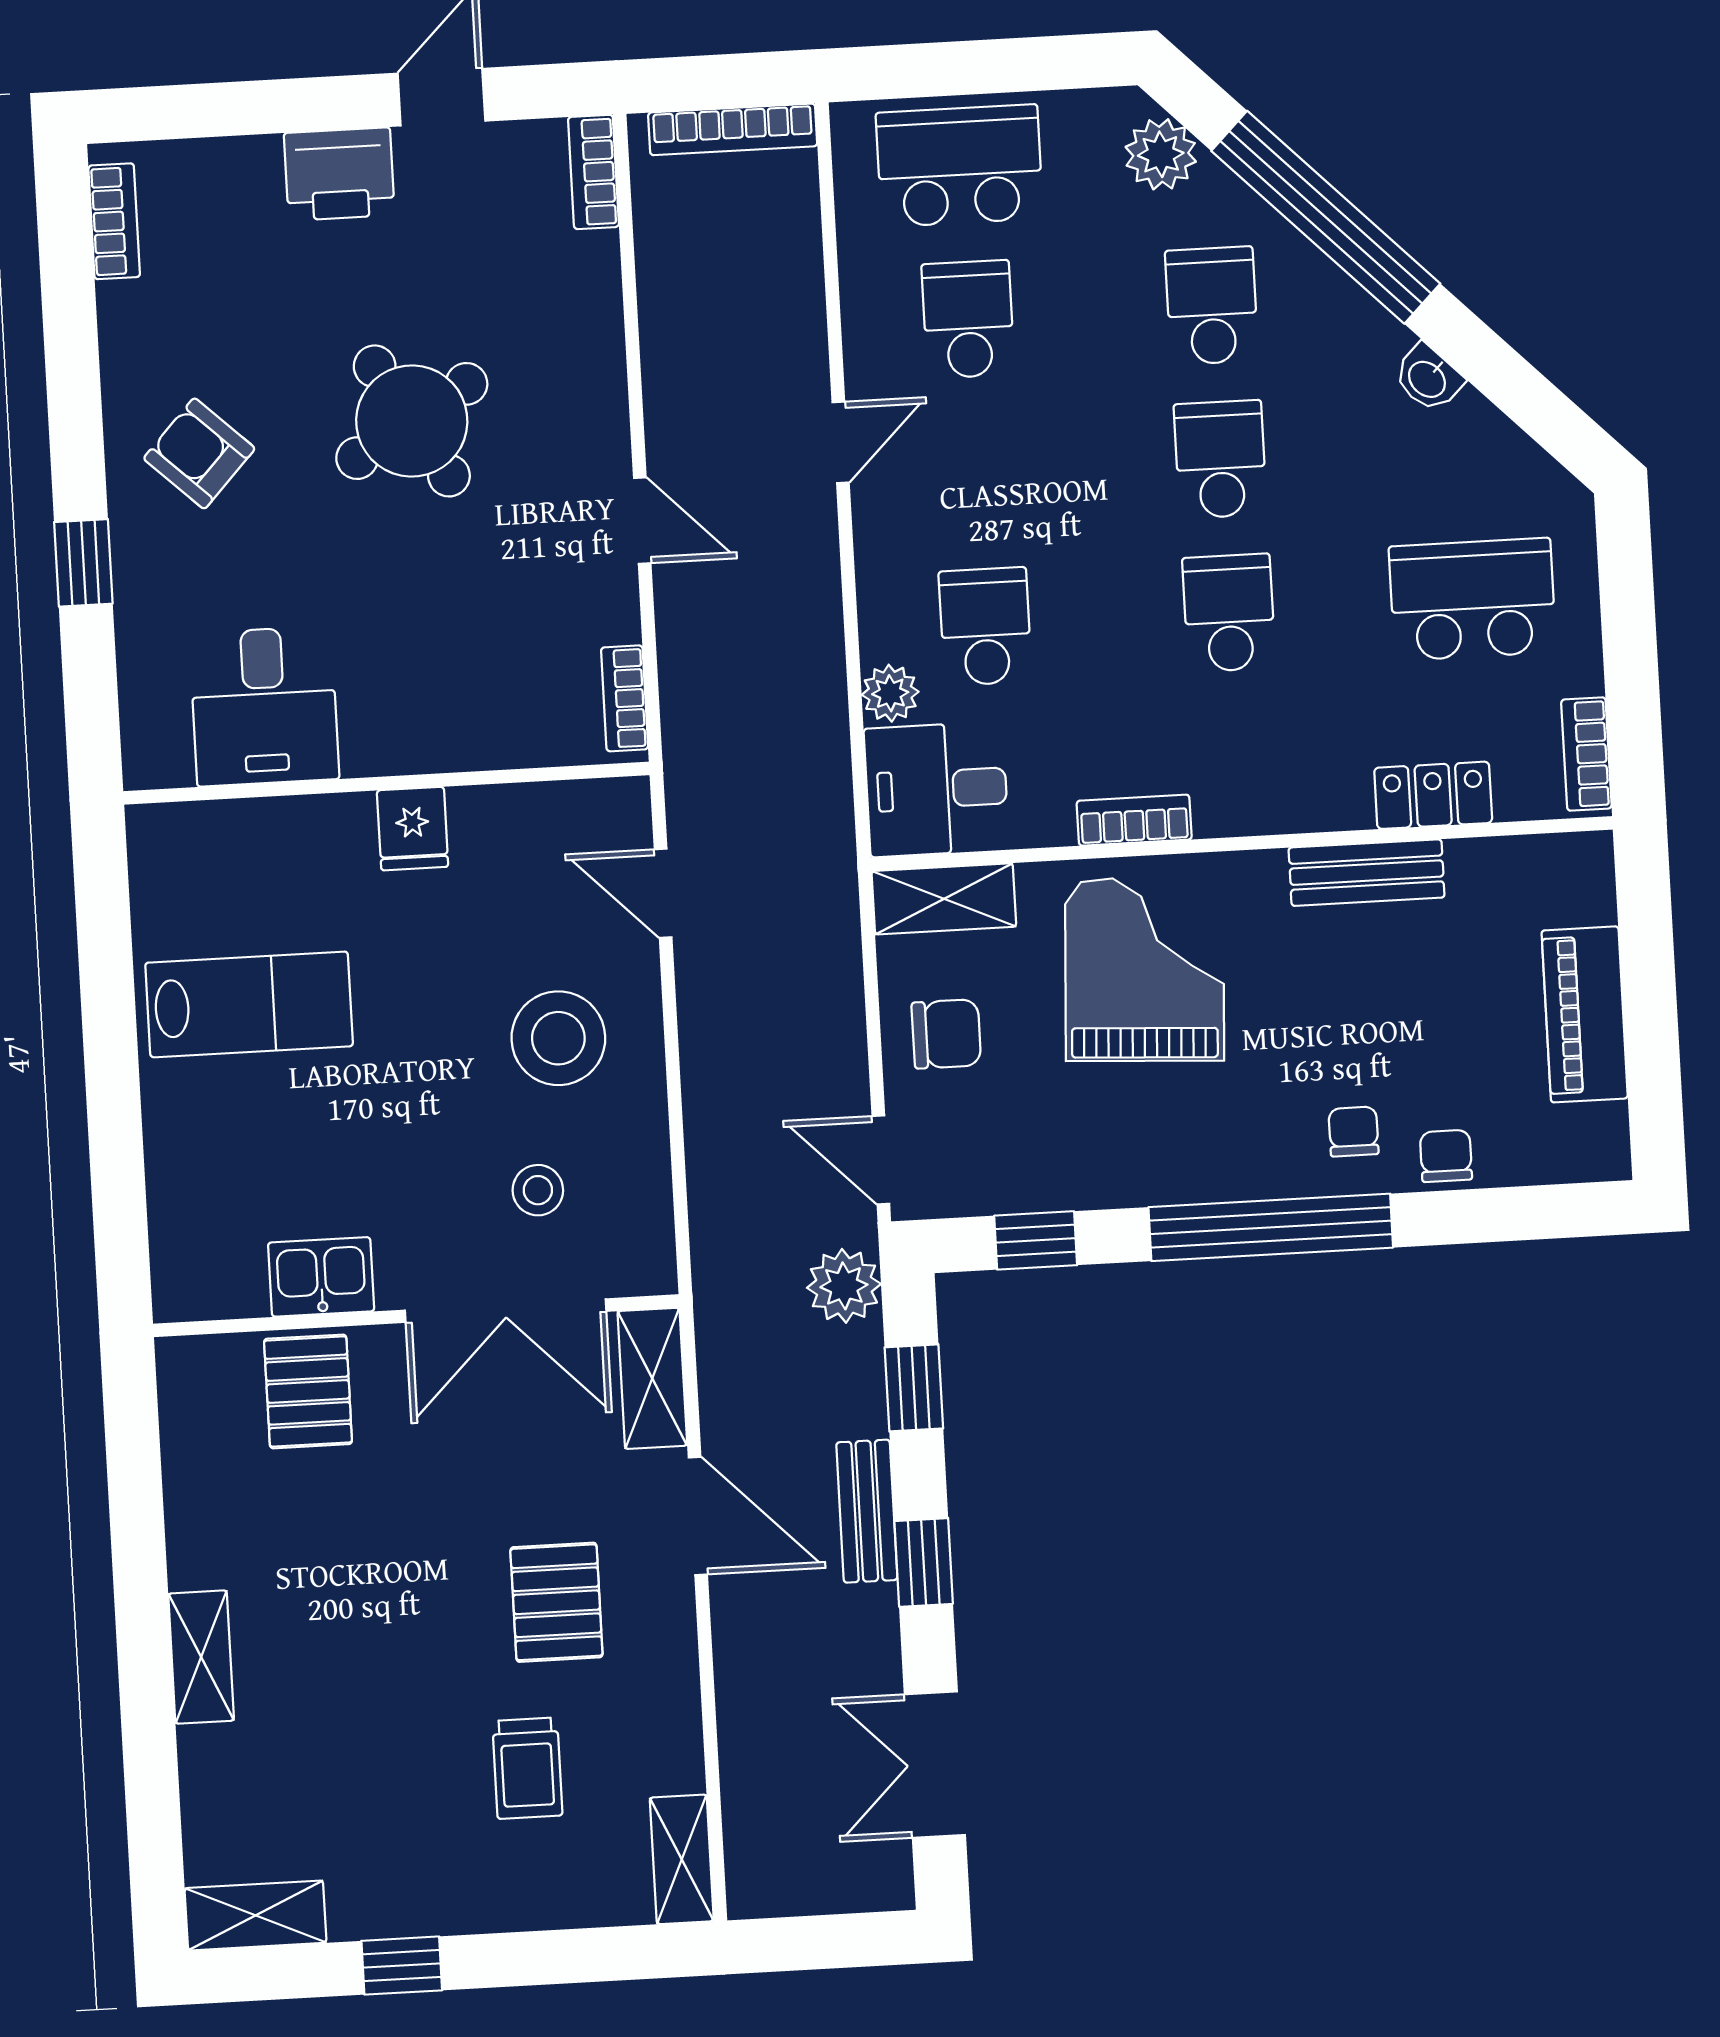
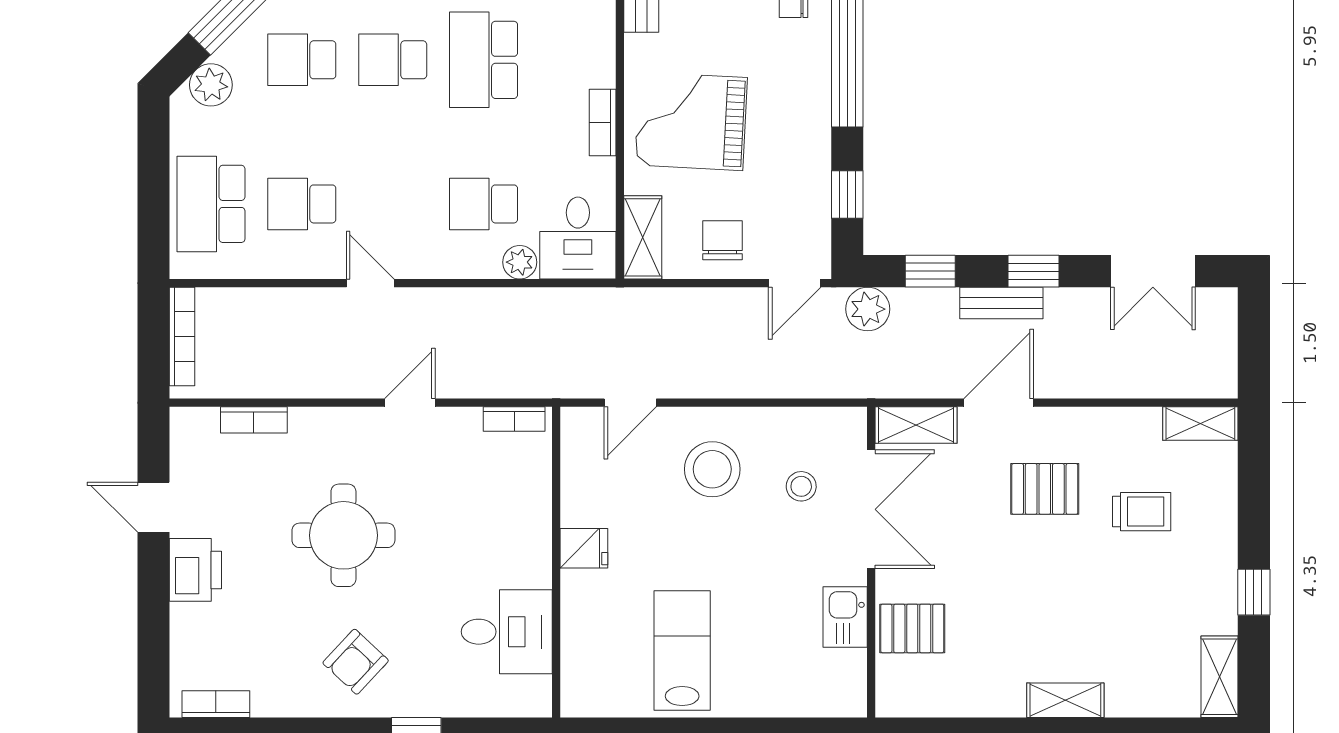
bookcase: (593, 172) -> (254, 420), moved
round table: (412, 421) -> (343, 535), turned 31
school desk: (1229, 613) -> (484, 60), width x1.85

